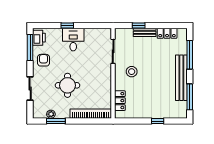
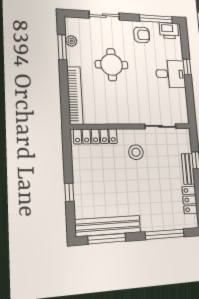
bench: (181, 78) -> (108, 226), moved
locker: (120, 101) -> (95, 136), width x1.53

